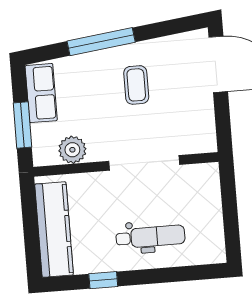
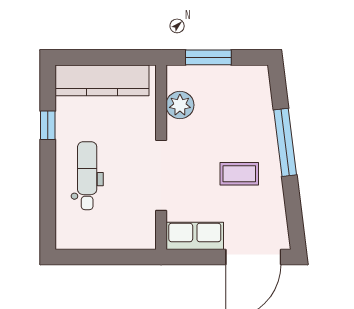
row of seats: (41, 93) -> (195, 236), moved, turned 180
dental chair: (150, 237) -> (87, 176), turned 180

